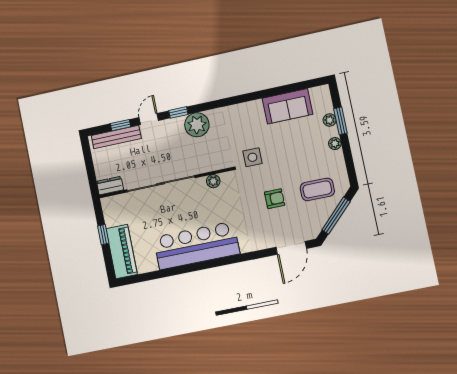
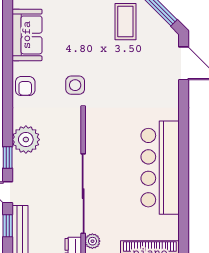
plant: (213, 181) -> (92, 241), moved
armchair: (275, 199) -> (25, 86), moved, turned 180

